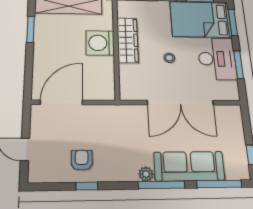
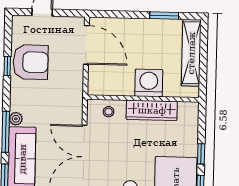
stool: (169, 58) -> (109, 112), moved
armchair: (82, 160) -> (31, 62), width x1.88, depth x1.88

